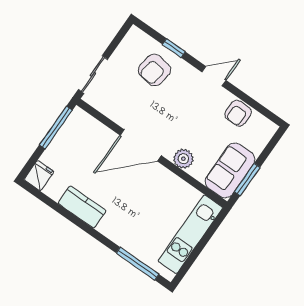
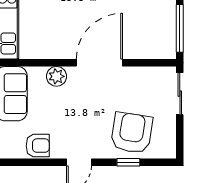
armchair: (154, 70) -> (132, 133), width x1.36, depth x1.36
armchair: (238, 113) -> (38, 146), turned 90

